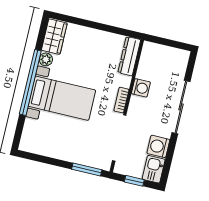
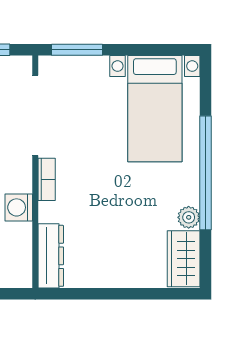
bed with nightstands: (62, 98) -> (155, 109), moved, turned -90

